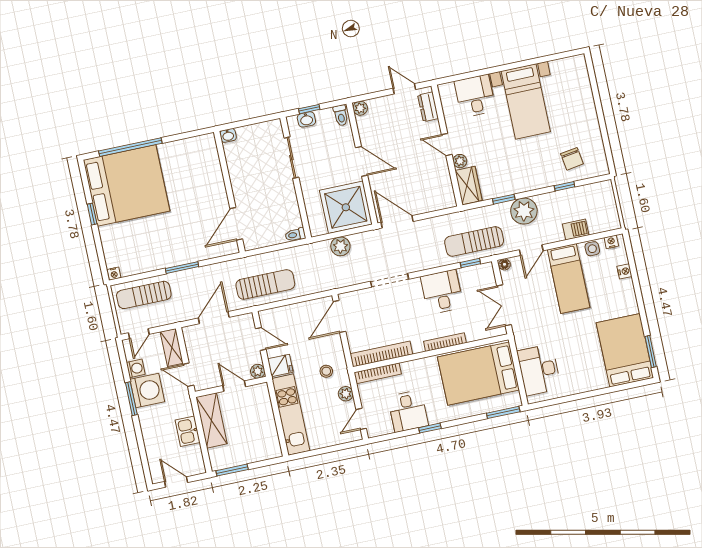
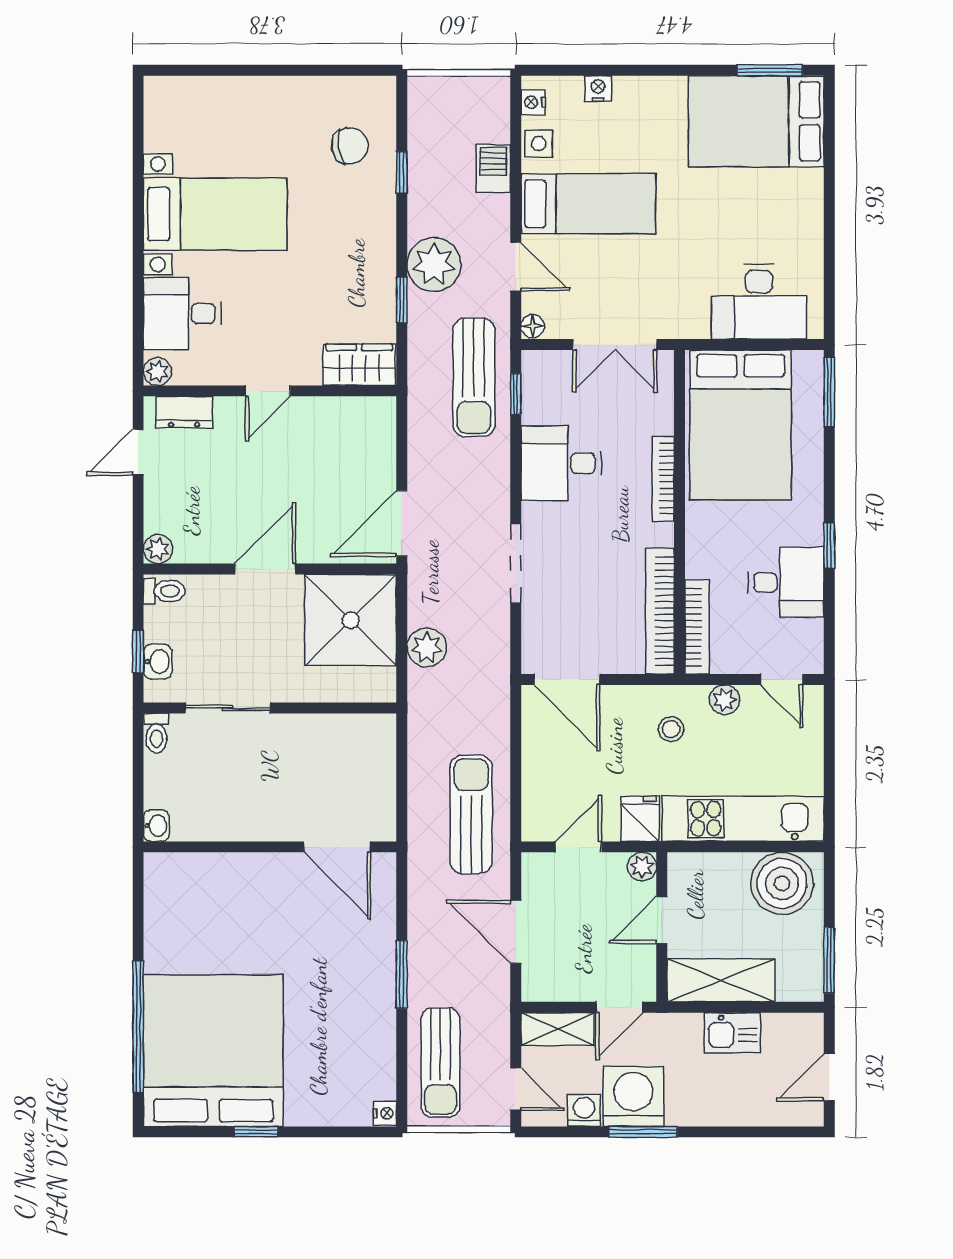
plant: (460, 161) -> (157, 372), moved
toilet: (295, 235) -> (156, 733), moved
boiler: (264, 440) -> (782, 883), added

